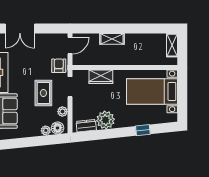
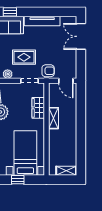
shelving: (112, 39) -> (53, 118), moved
window: (182, 100) -> (18, 180), added

